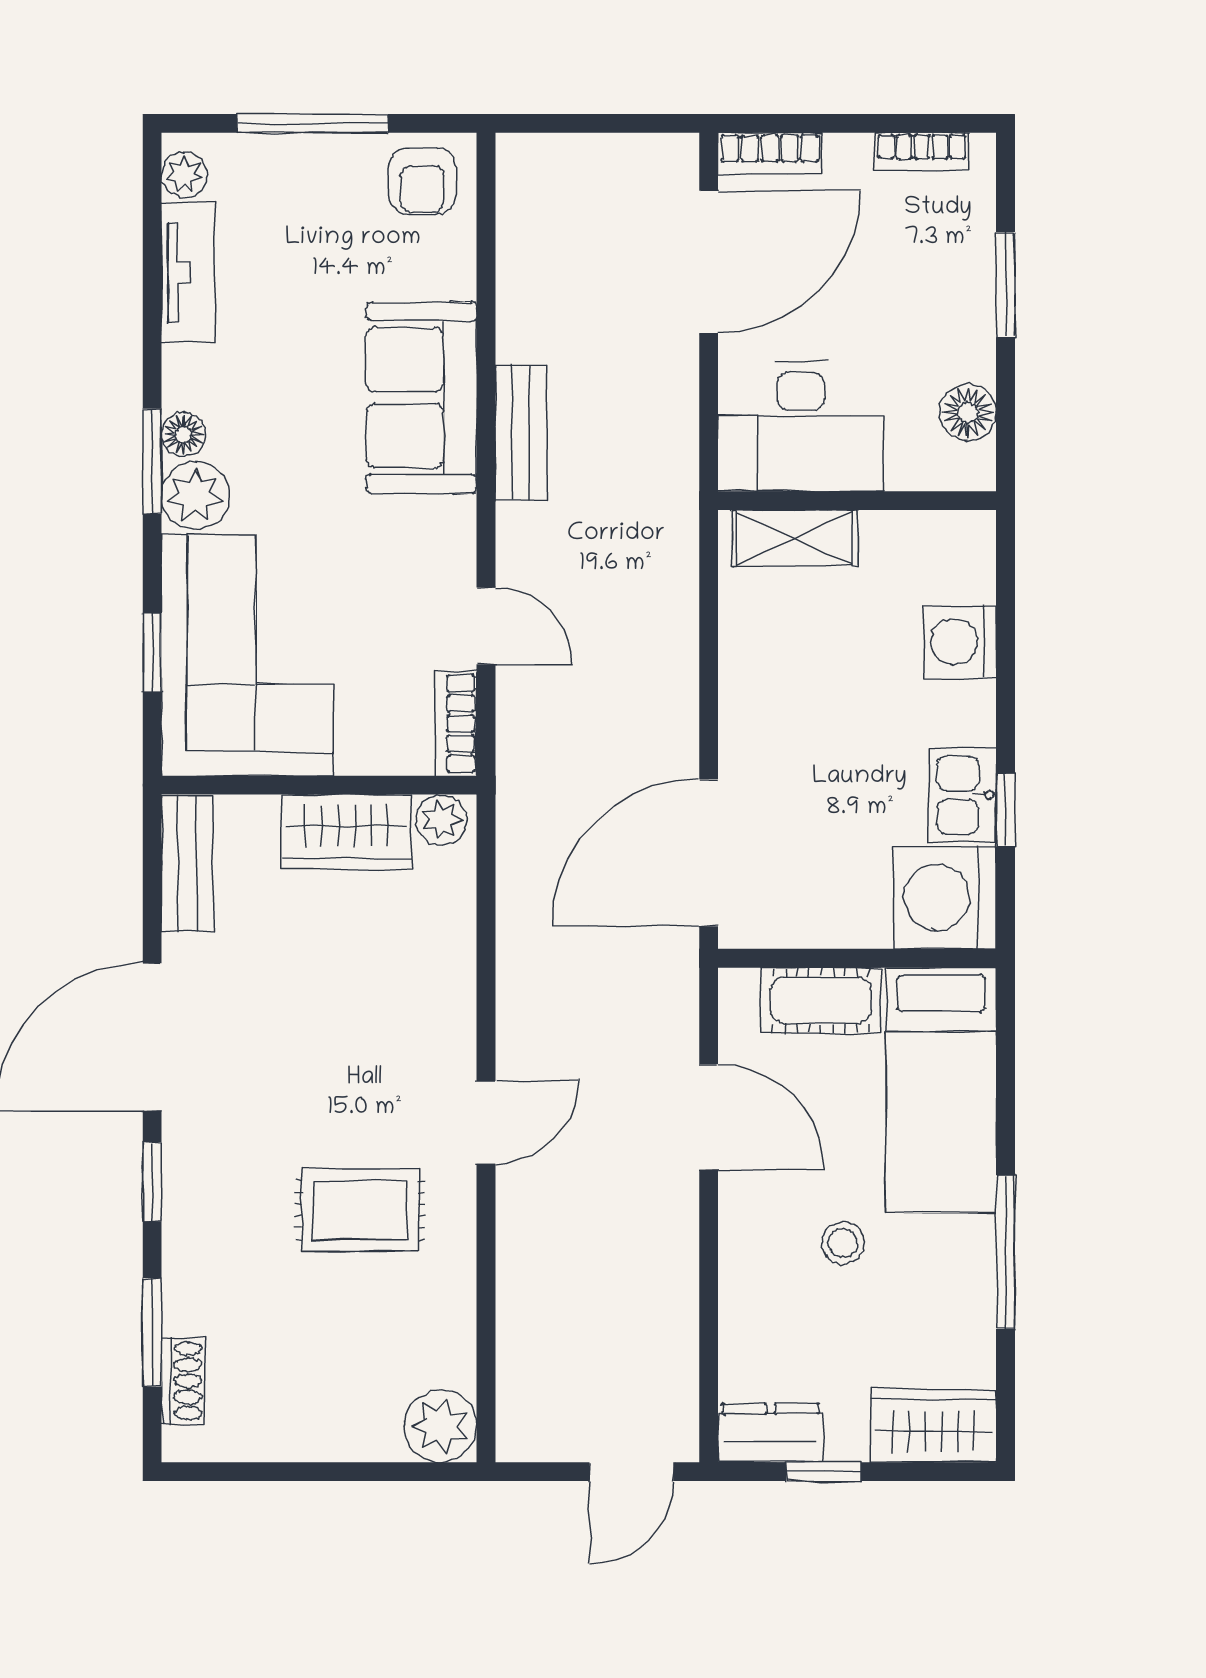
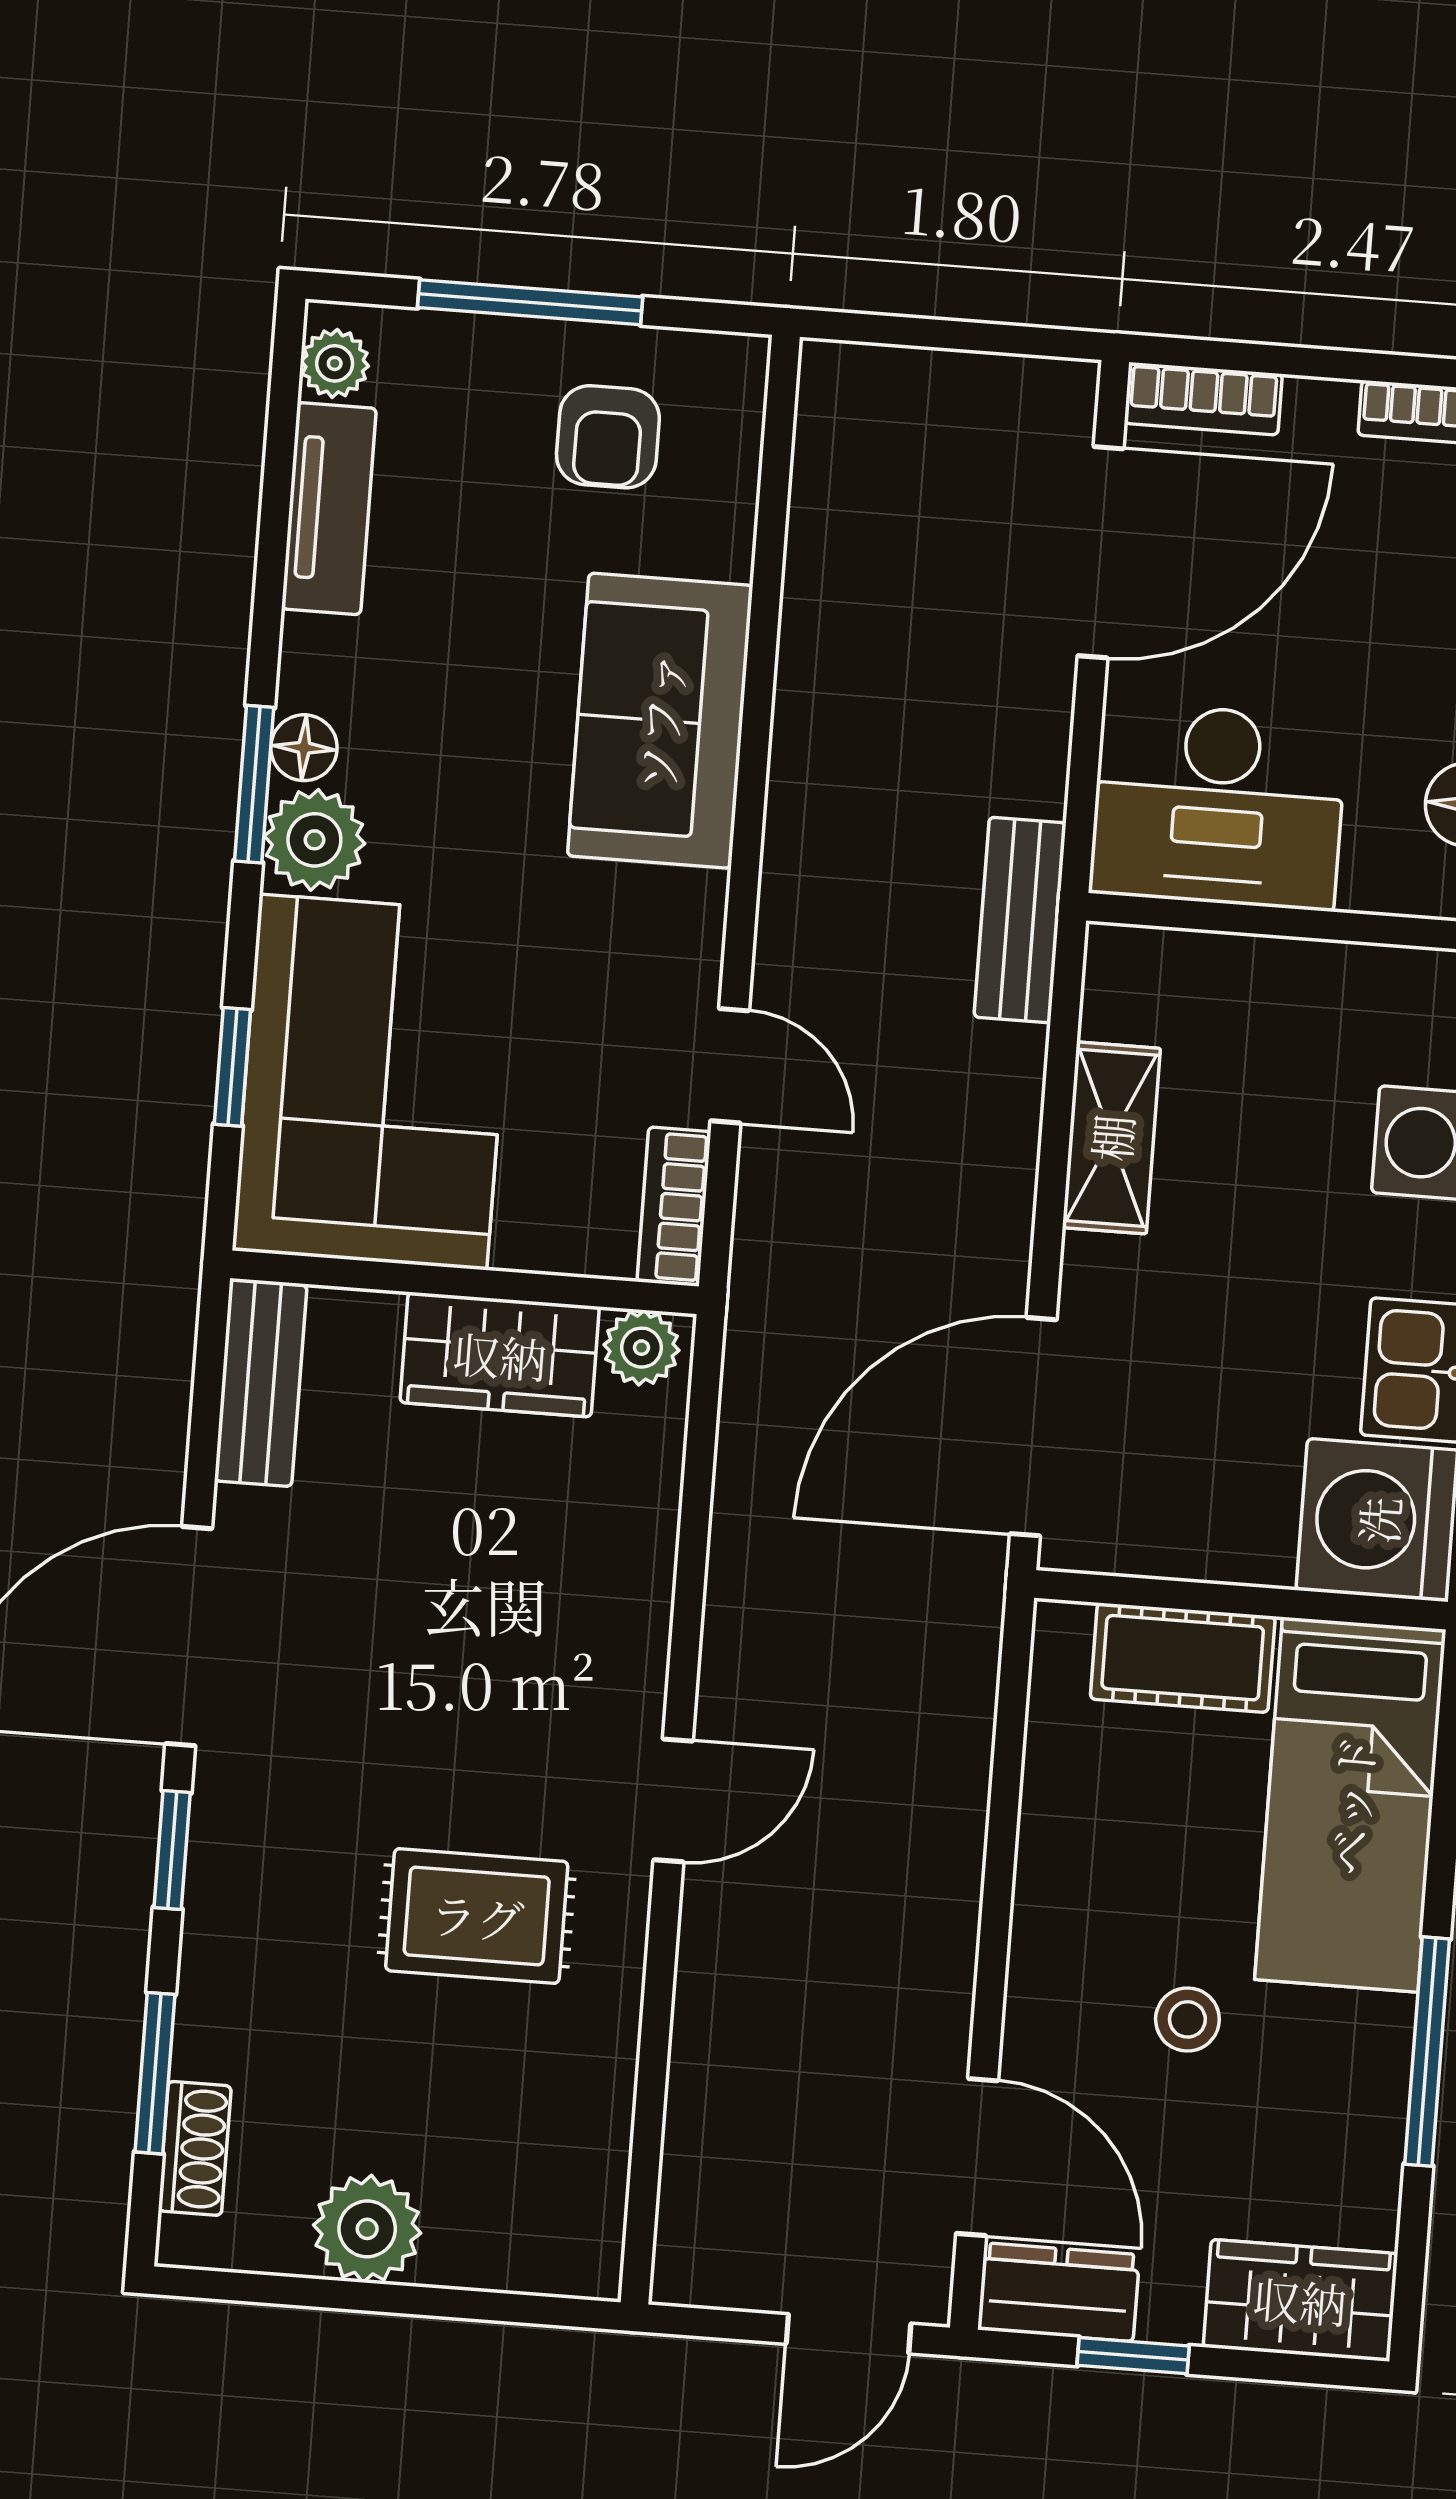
armchair: (422, 181) -> (608, 437), moved
bench: (521, 433) -> (1020, 920), moved
shelving: (795, 538) -> (1111, 1138), moved, turned 90
door: (709, 1117) -> (977, 2157), moved
plant: (440, 1426) -> (367, 2229), moved

